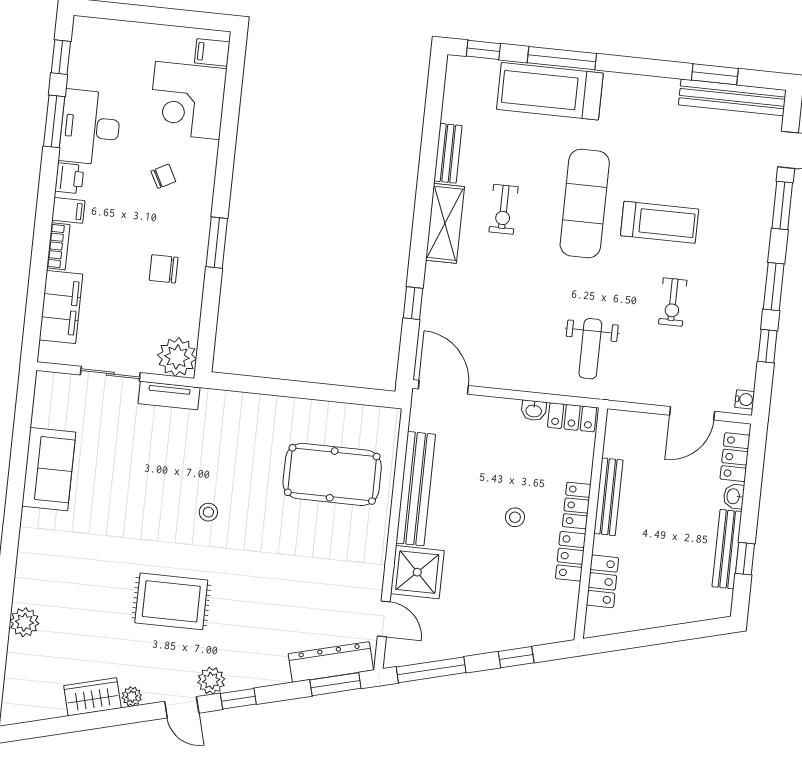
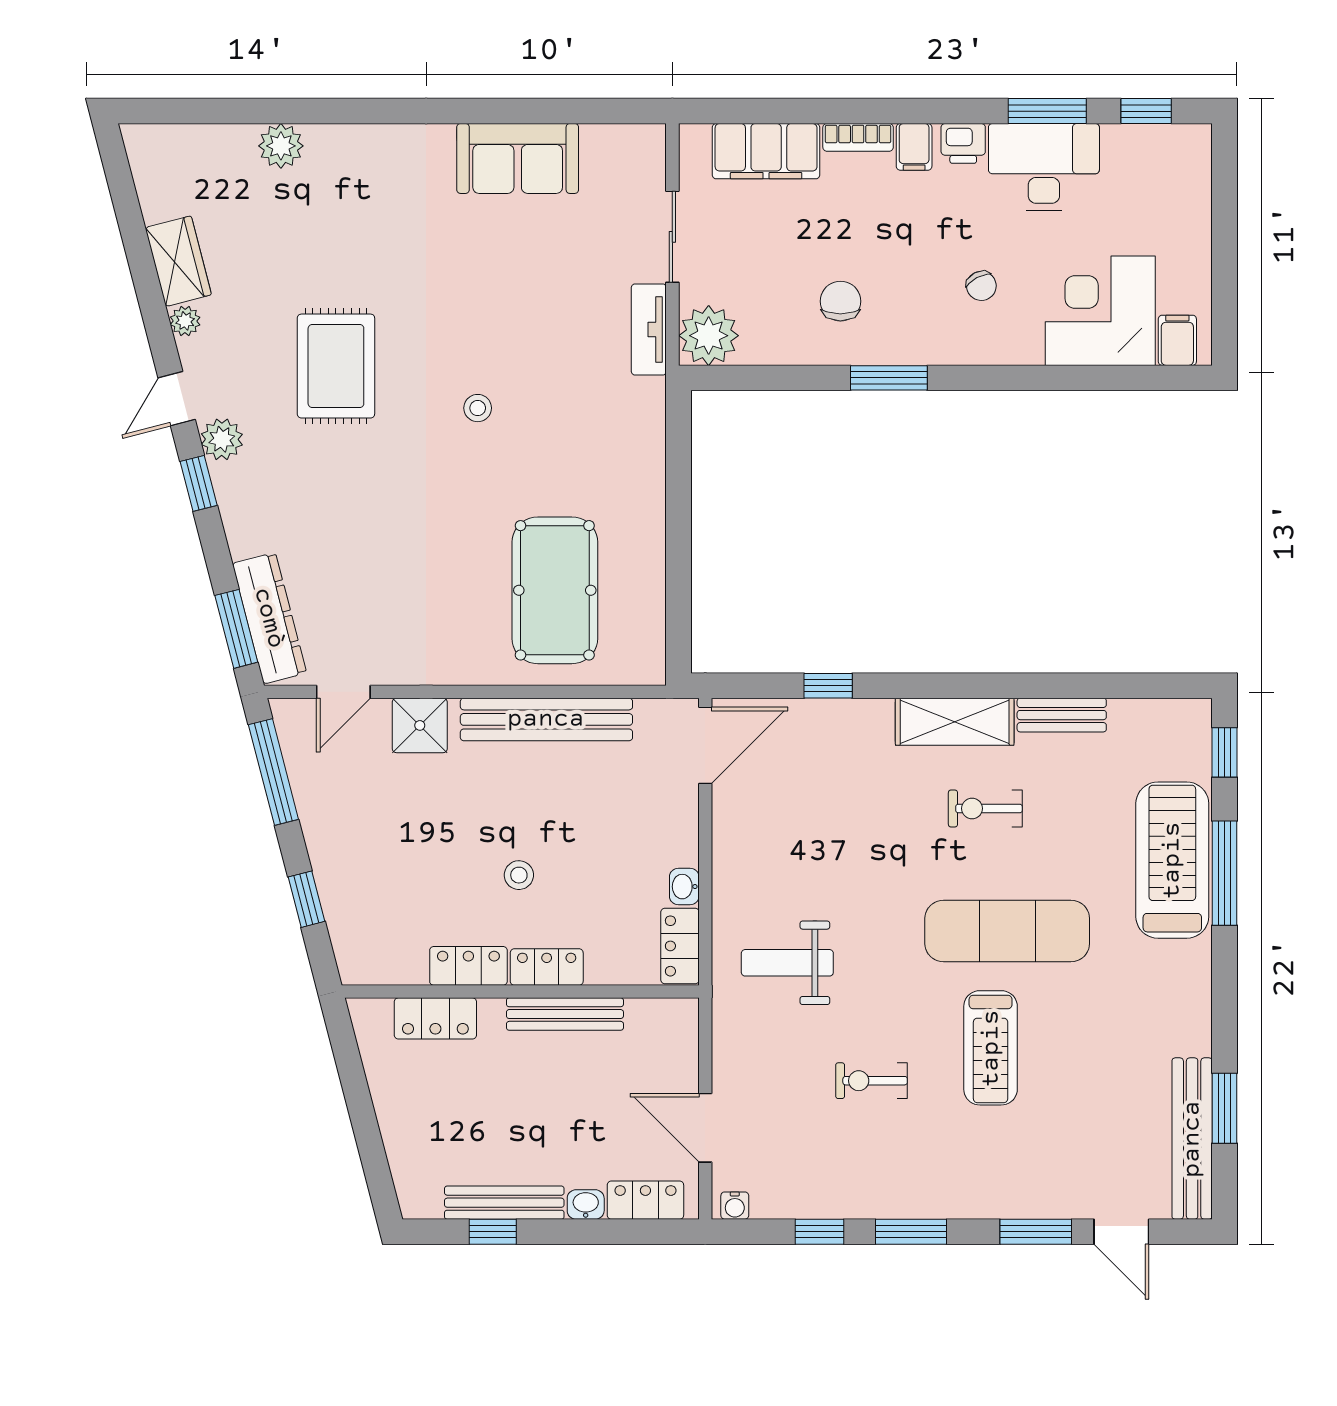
shower: (417, 572) -> (420, 725), width x0.73, depth x0.73

